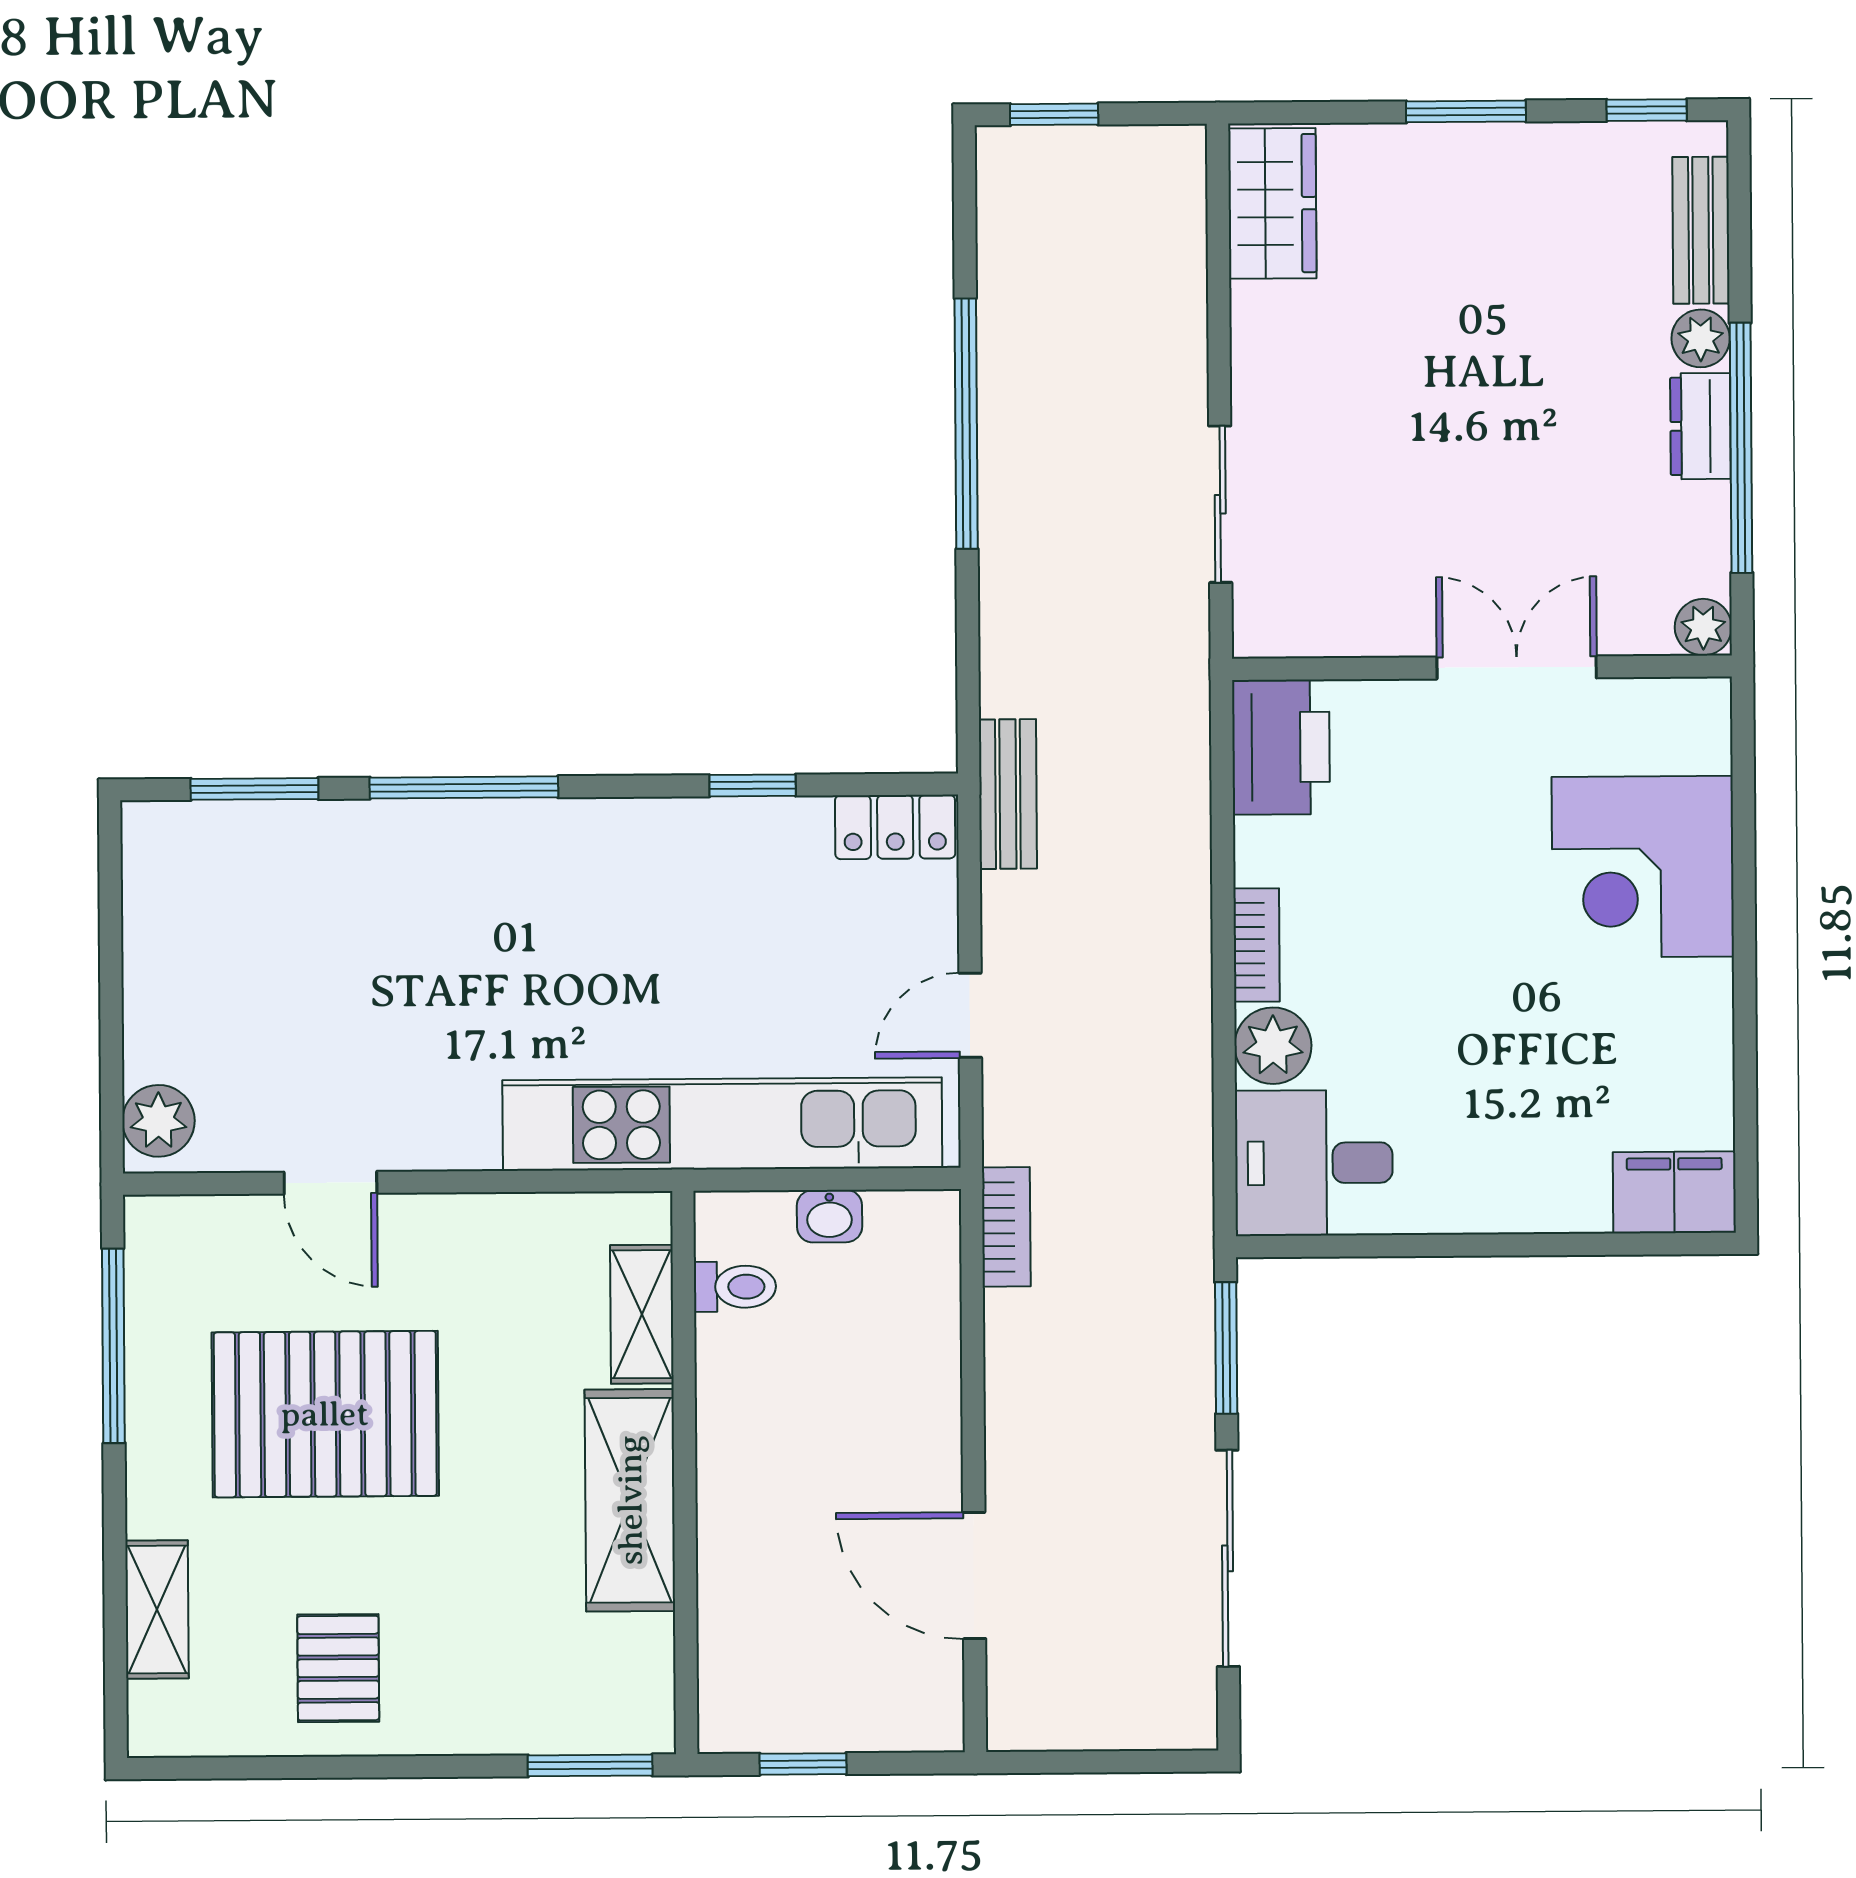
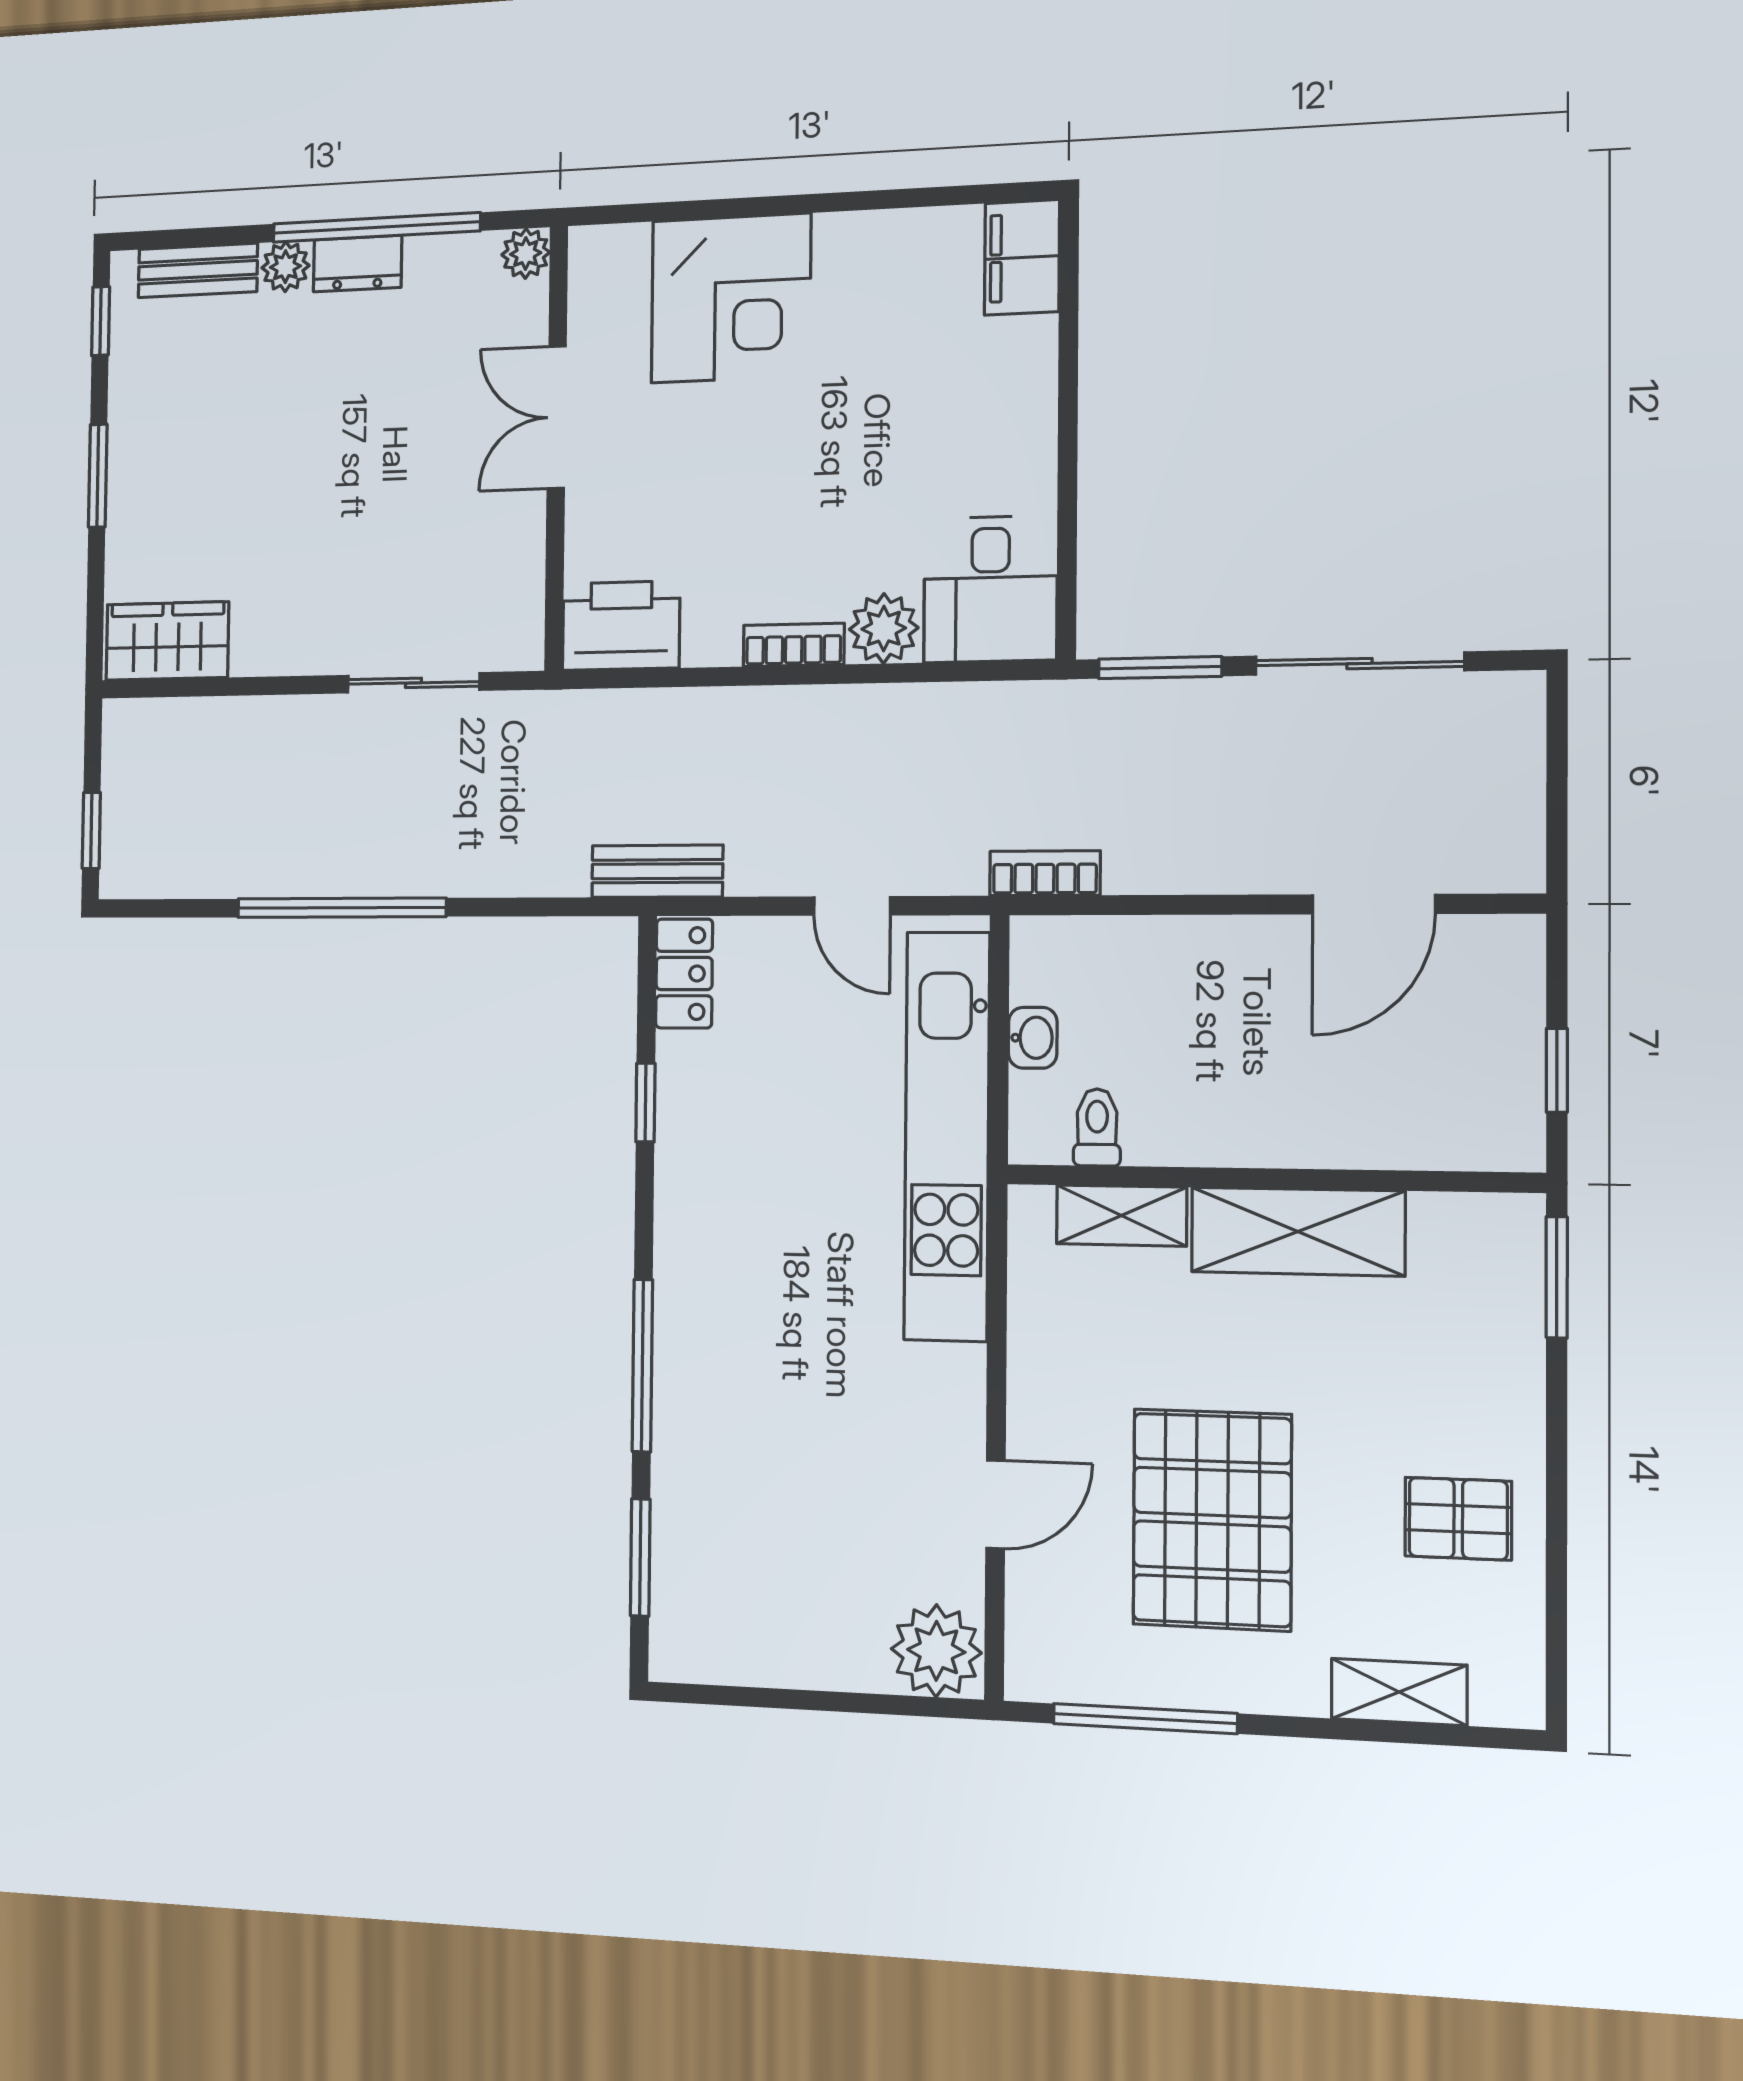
plant: (158, 1121) -> (936, 1651), width x1.36, depth x1.36

